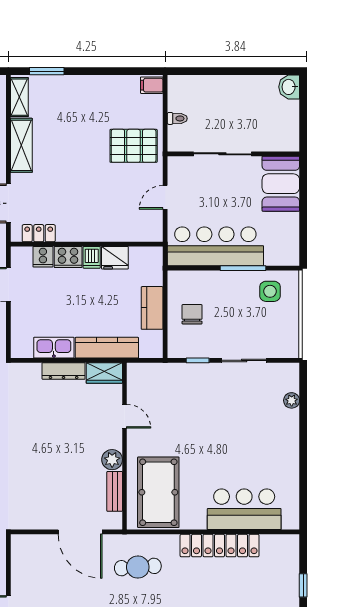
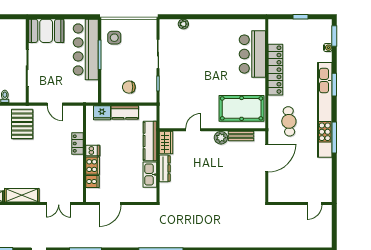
locker: (39, 233) -> (77, 144), moved
bar counter: (215, 246) -> (86, 49), moved
fridge: (115, 258) -> (102, 113), moved, turned 90

